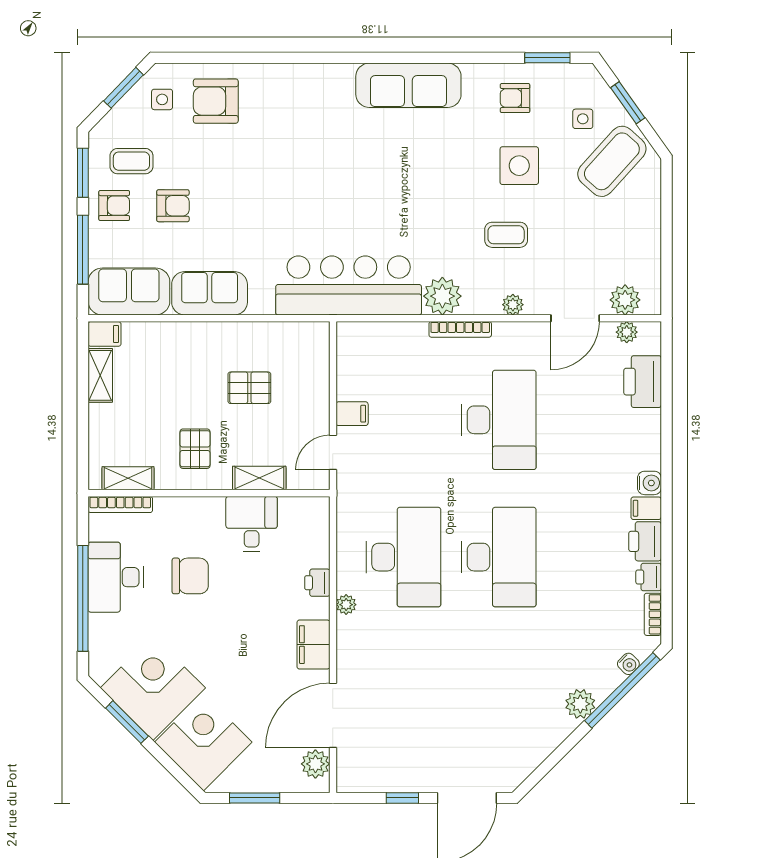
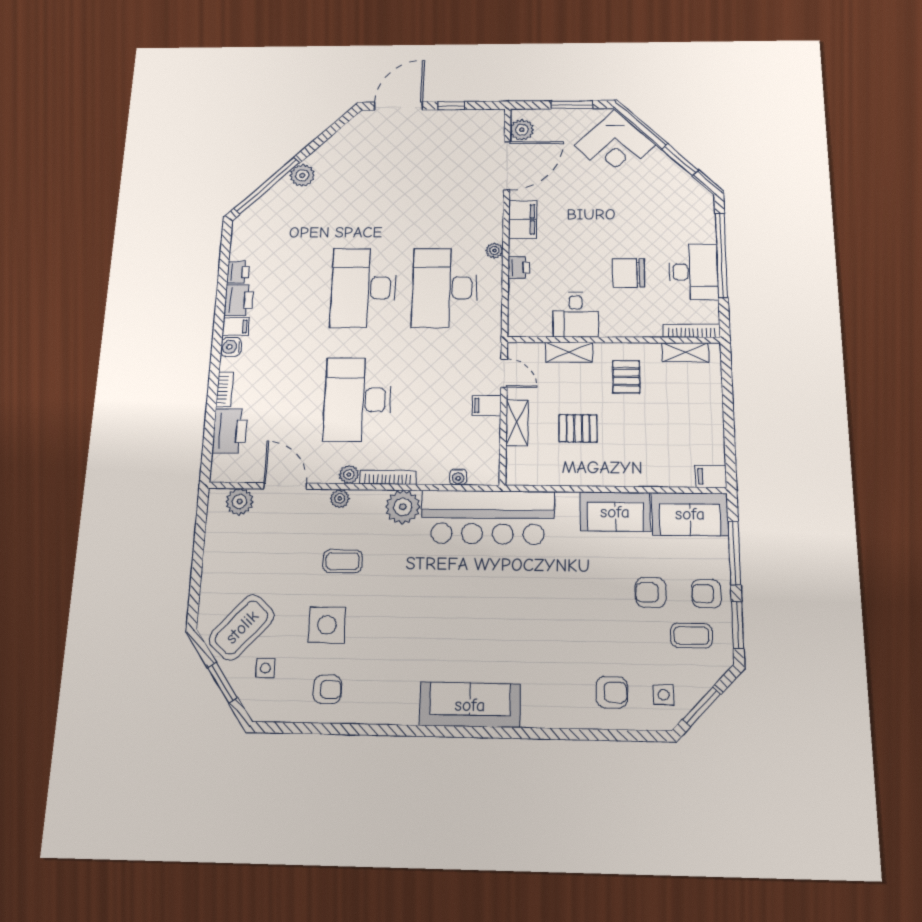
window: (547, 58) -> (294, 728), removed
sofa: (408, 85) -> (470, 705), moved
armchair: (216, 101) -> (612, 692), width x0.72, depth x0.72
door: (575, 318) -> (285, 486), hinge flipped
plant: (627, 332) -> (349, 475), moved
shelving: (100, 375) -> (517, 423), moved
door: (333, 452) -> (504, 373), hinge flipped
bookcase: (653, 614) -> (225, 390), moved
water cooler: (628, 664) -> (458, 477), moved, turned -135
corner desk: (153, 688) -> (659, 186), removed

